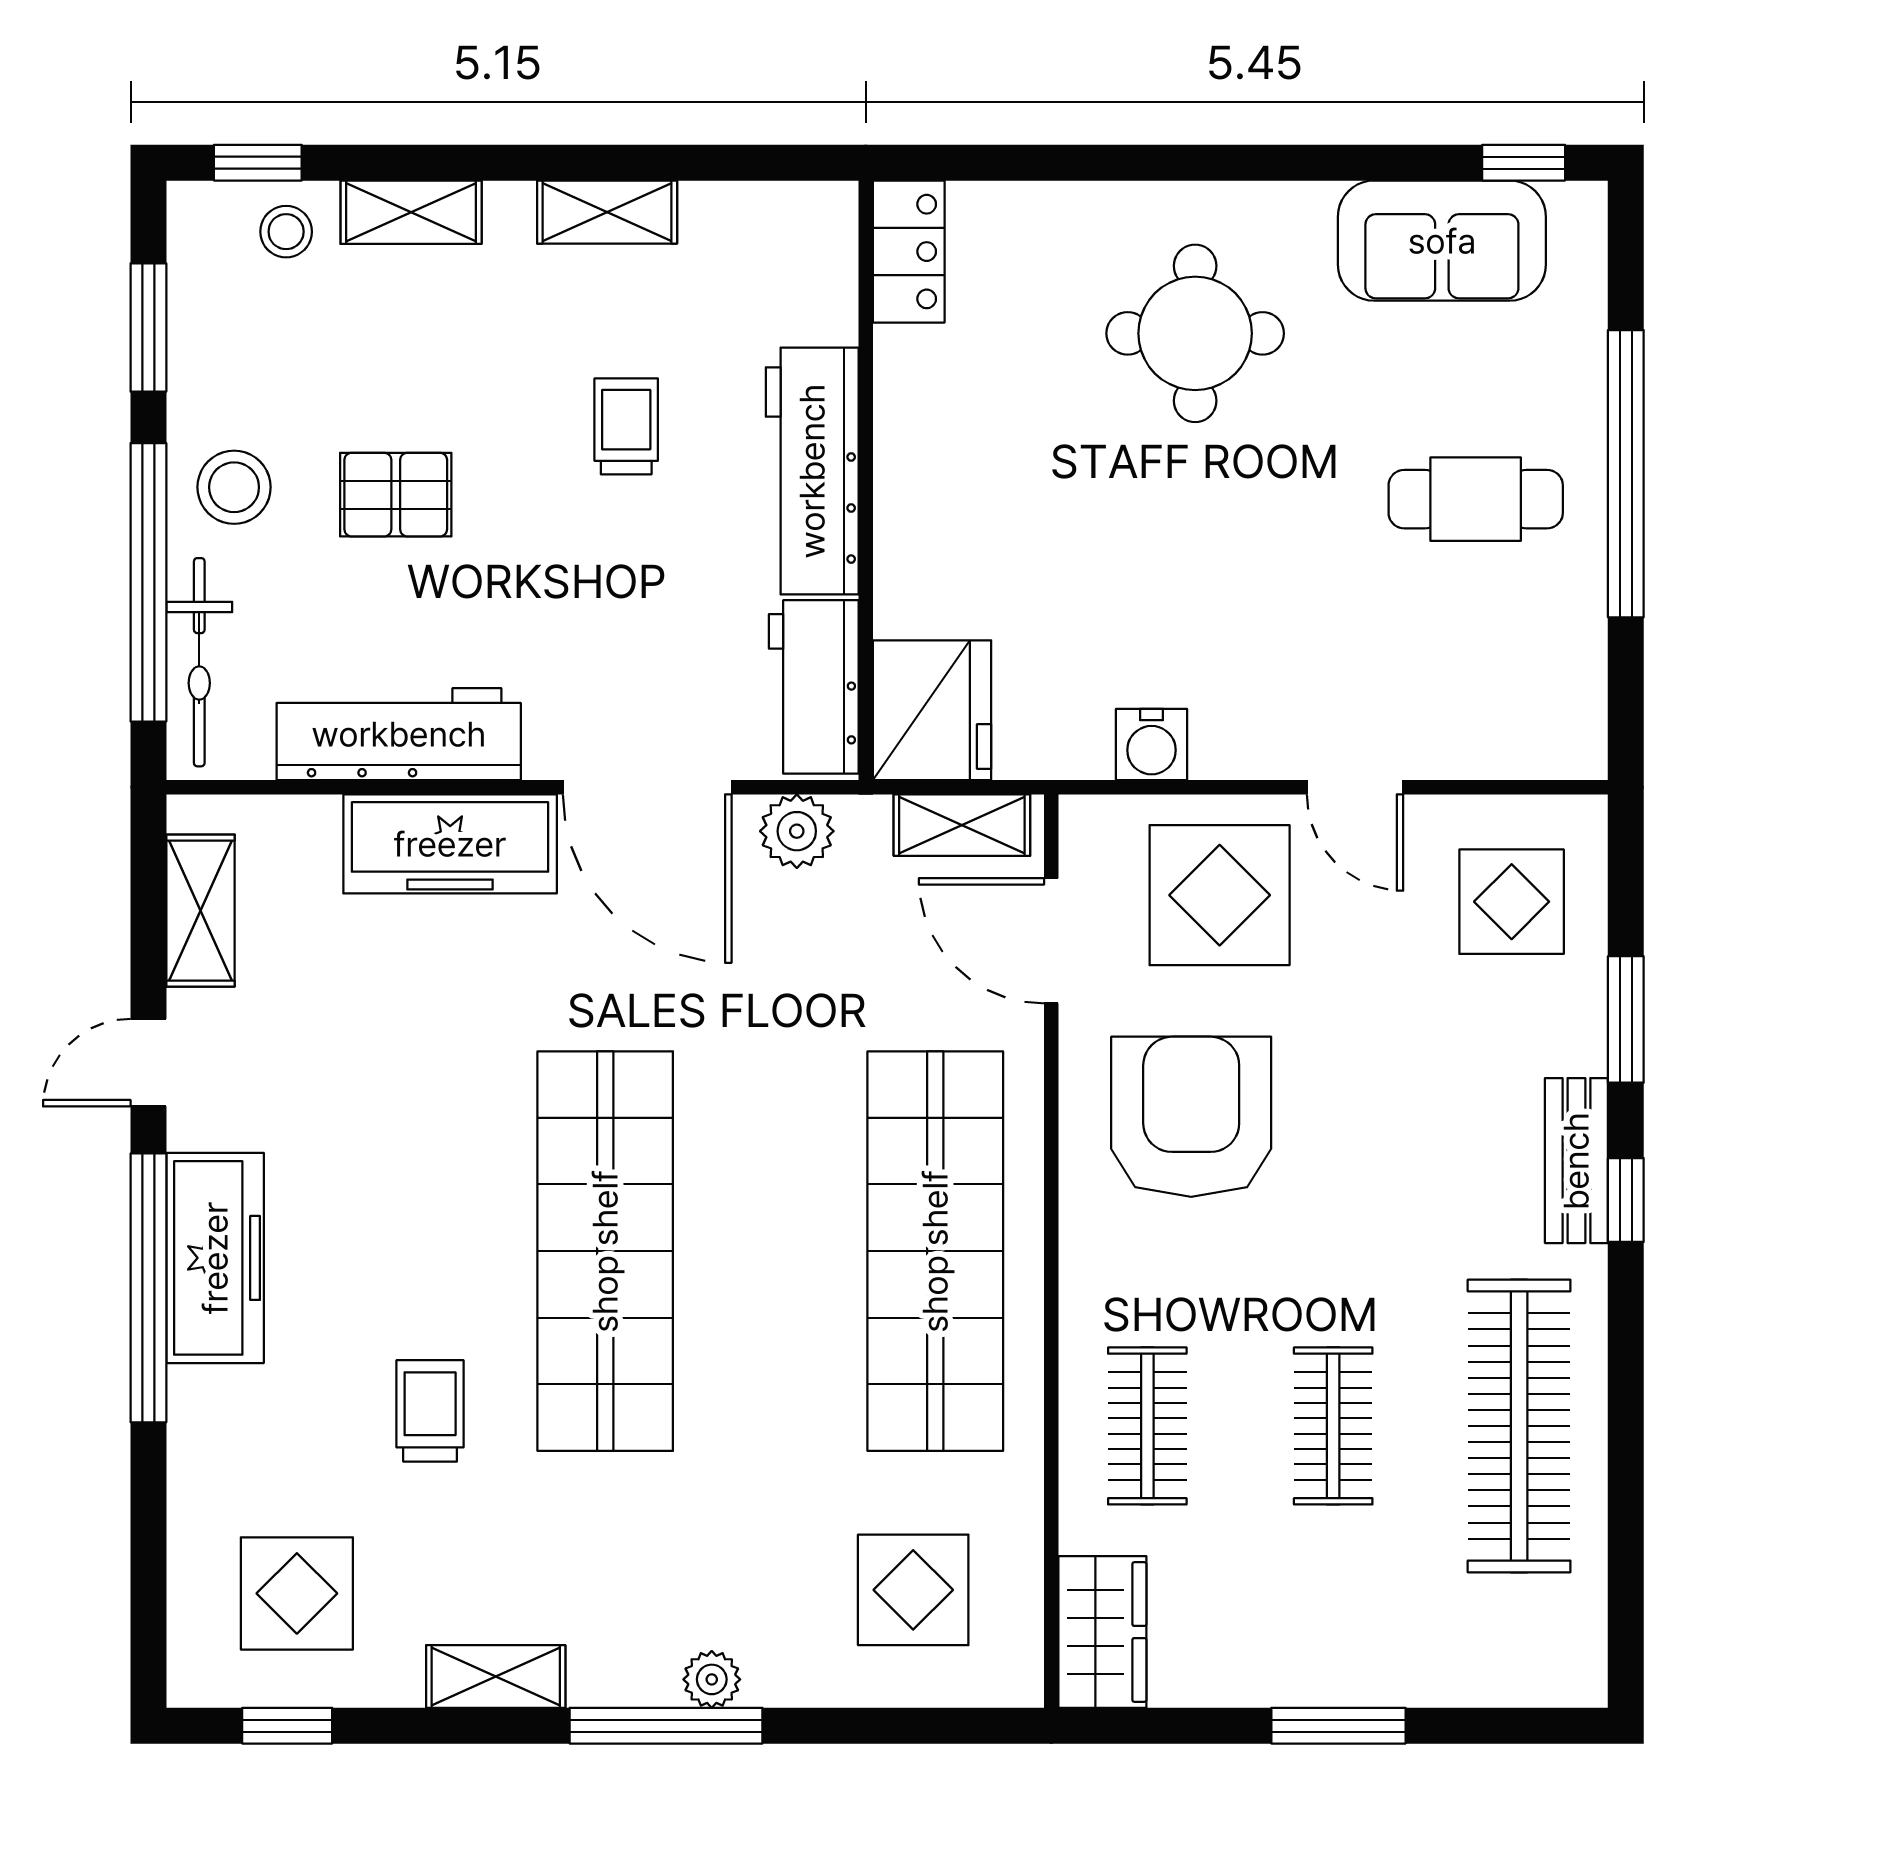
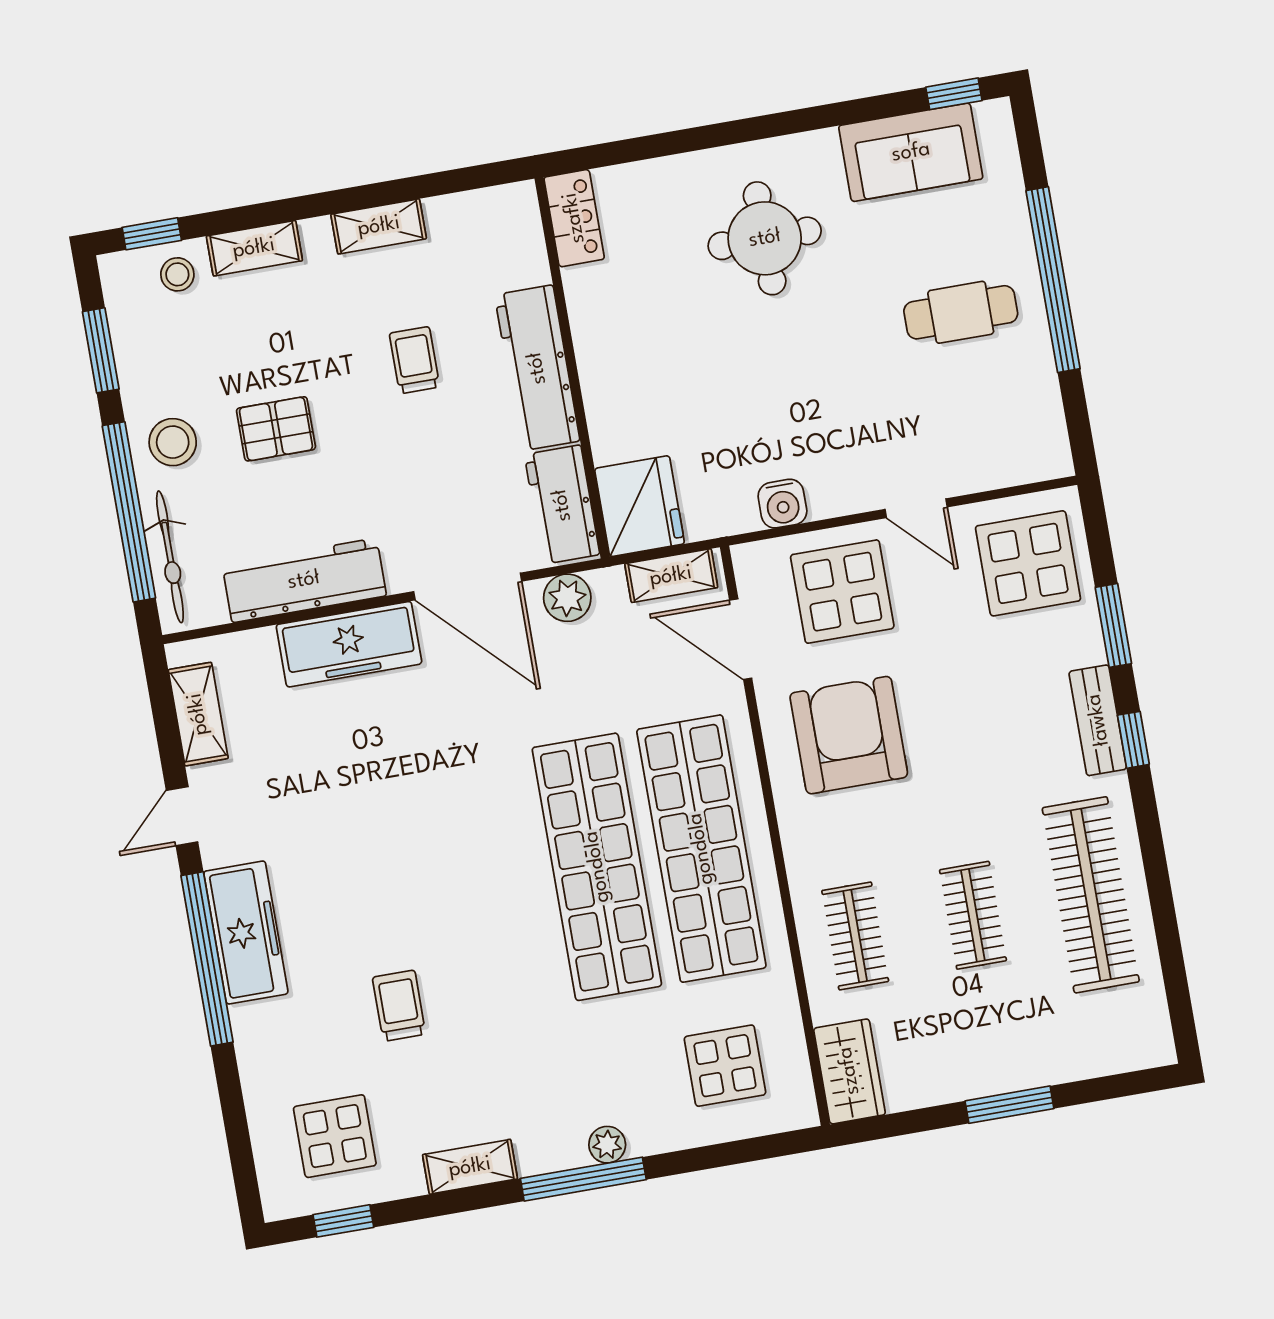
display table: (1512, 902) -> (1028, 563), width x1.36, depth x1.36
shop shelf: (605, 1251) -> (597, 867), moved

